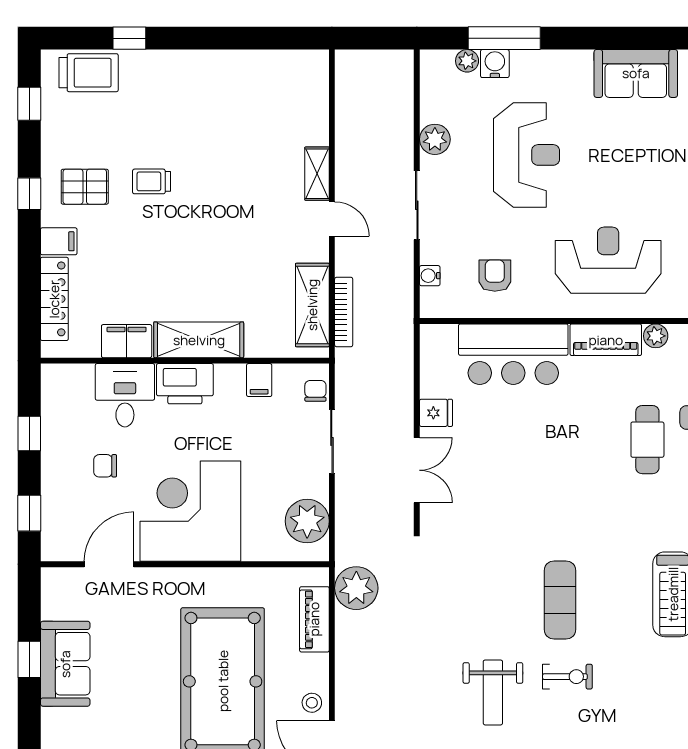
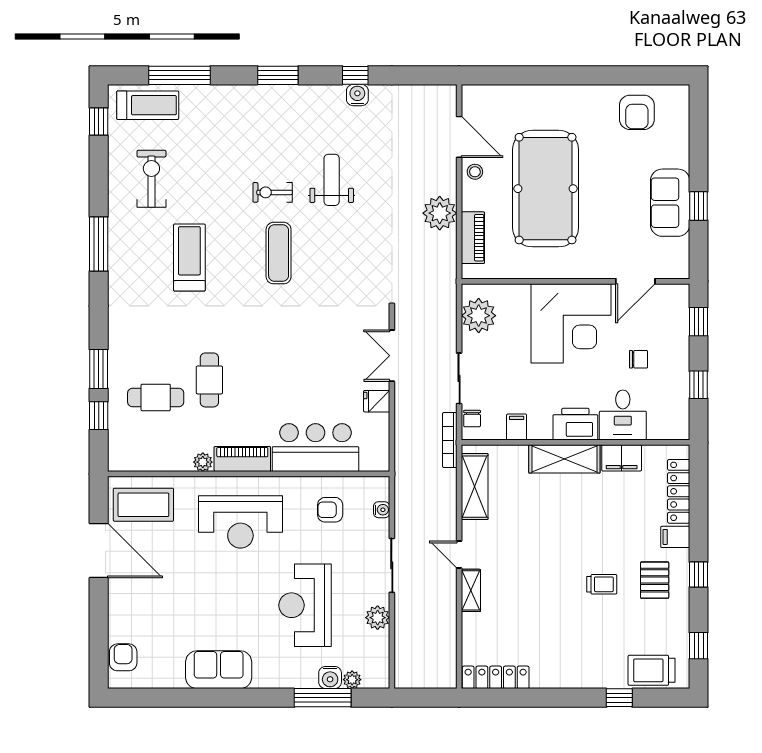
locker: (286, 64) -> (496, 677), added
pallet: (85, 187) -> (655, 580), turned 90
armchair: (495, 276) -> (330, 510), turned 90
bookcase: (344, 312) -> (450, 440), moved
plant: (356, 588) -> (440, 213), moved

